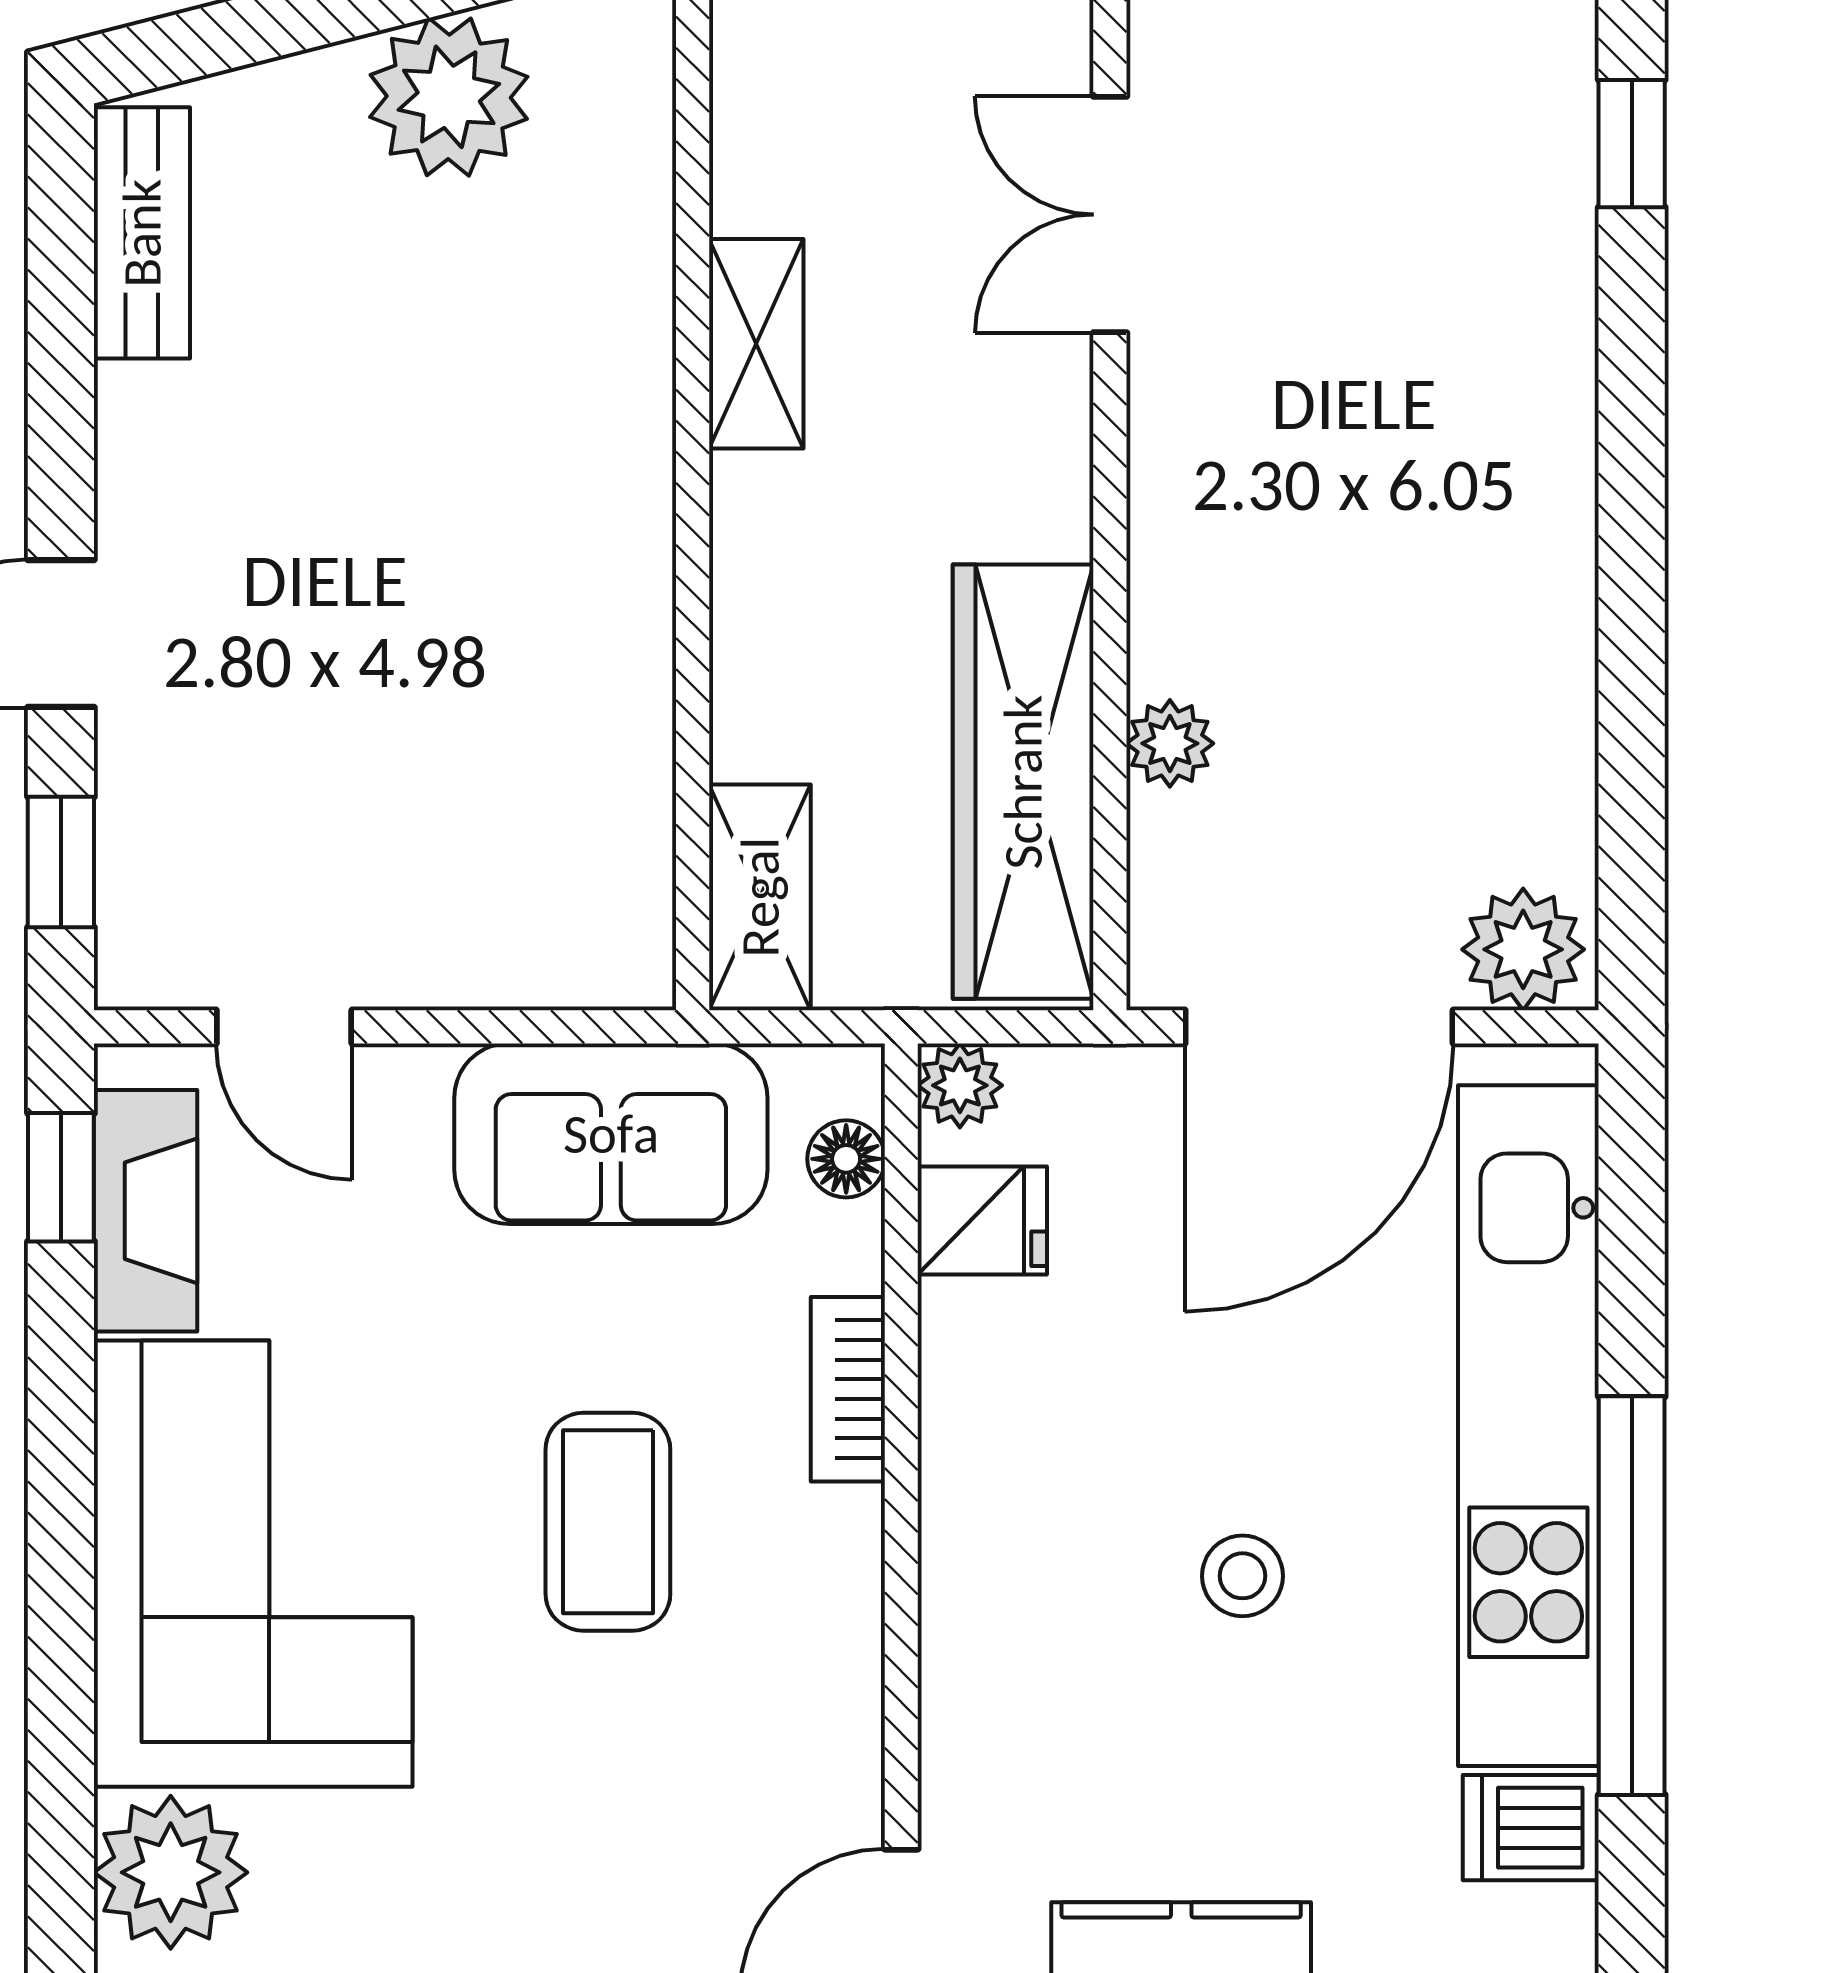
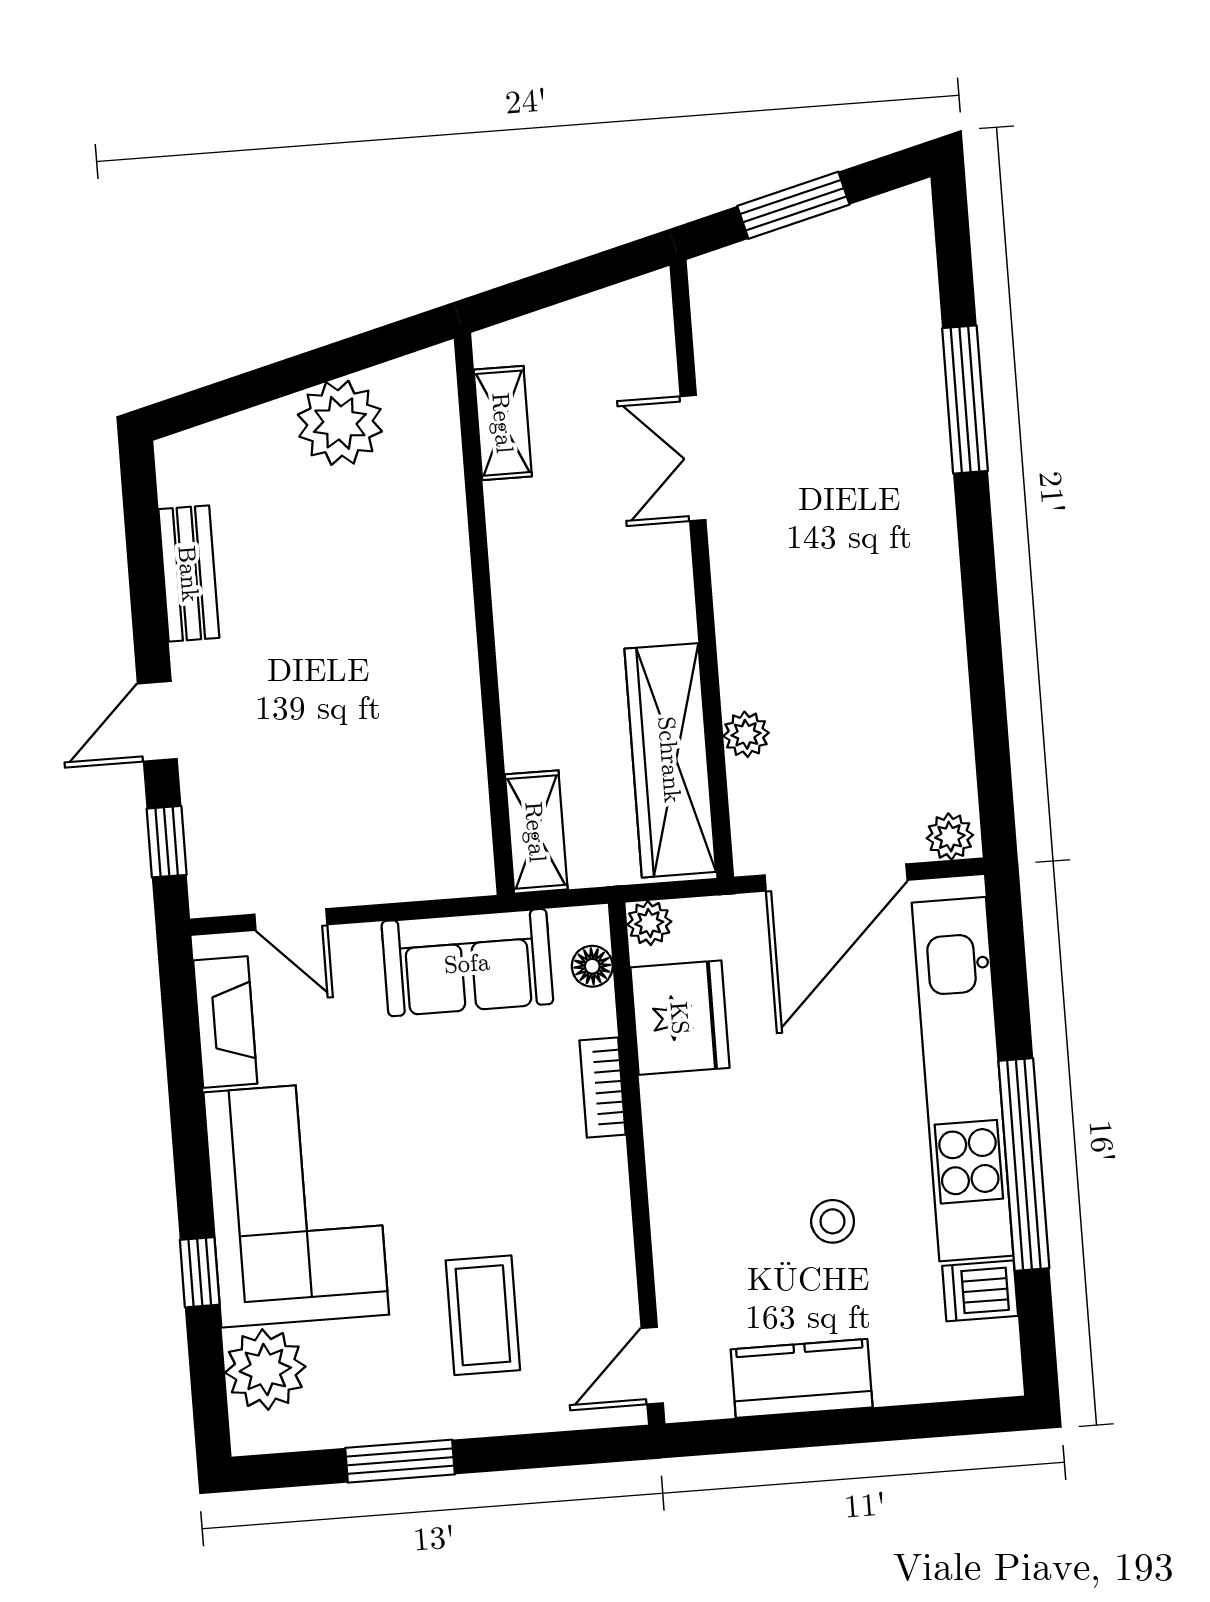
window: (1632, 144) -> (965, 400), width x2.17
bench: (142, 233) -> (189, 574), moved
shelving: (756, 344) -> (503, 423), moved
plant: (1523, 949) -> (950, 837), width x0.73, depth x0.73
window: (61, 1177) -> (200, 1272), moved
fridge: (982, 1221) -> (680, 1018), width x1.88, depth x1.34
coffee table: (608, 1522) -> (483, 1315), moved
stool: (1242, 1576) -> (833, 1221), moved

